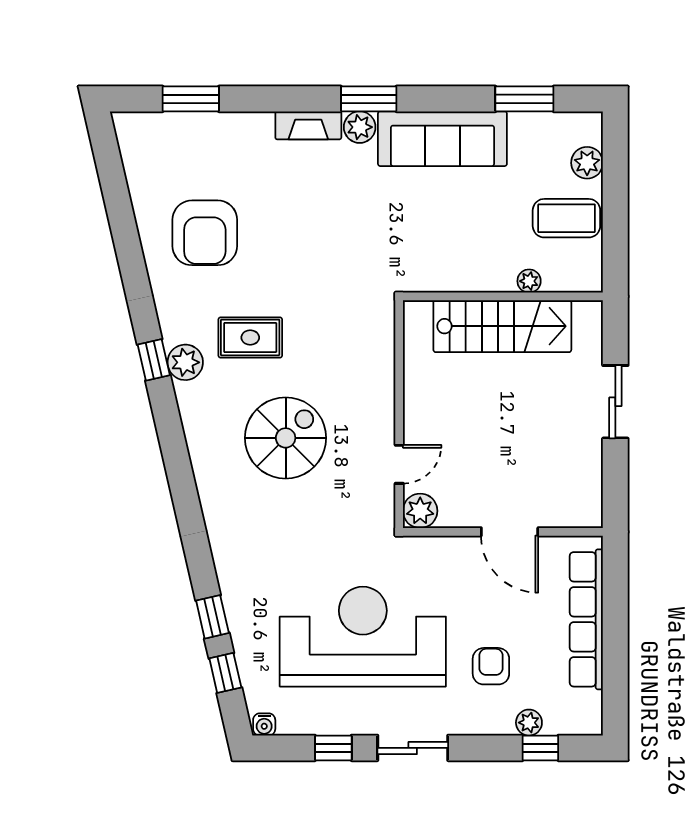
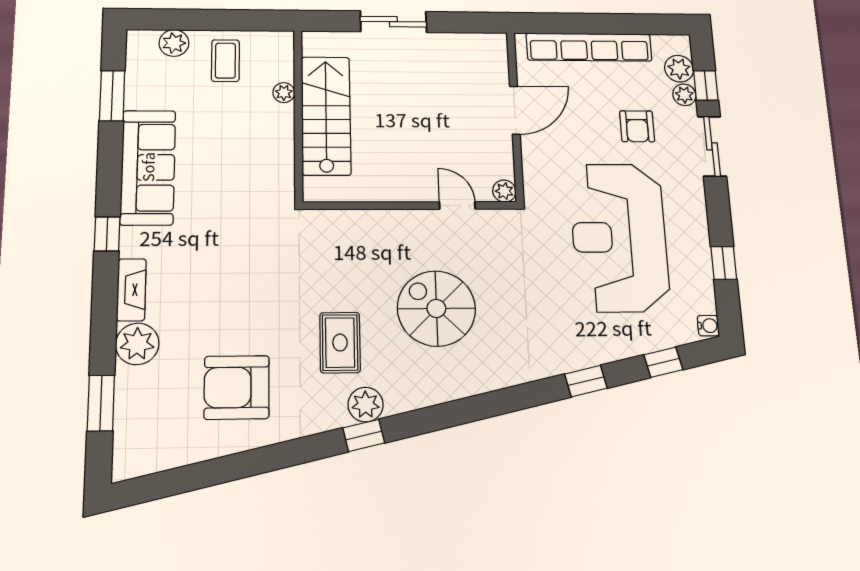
window: (369, 99) -> (107, 234), width x0.67
plant: (360, 127) -> (137, 344), moved, width x1.36, depth x1.36
coffee table: (566, 218) -> (225, 61), width x0.73, depth x0.77
armchair: (205, 233) -> (237, 387), turned 180
plant: (420, 511) -> (504, 191), width x0.73, depth x0.73
window: (212, 617) -> (586, 381), moved
armchair: (491, 666) -> (637, 126), turned -90
plant: (561, 719) -> (679, 69), added
sliding door: (413, 748) -> (712, 146), moved

